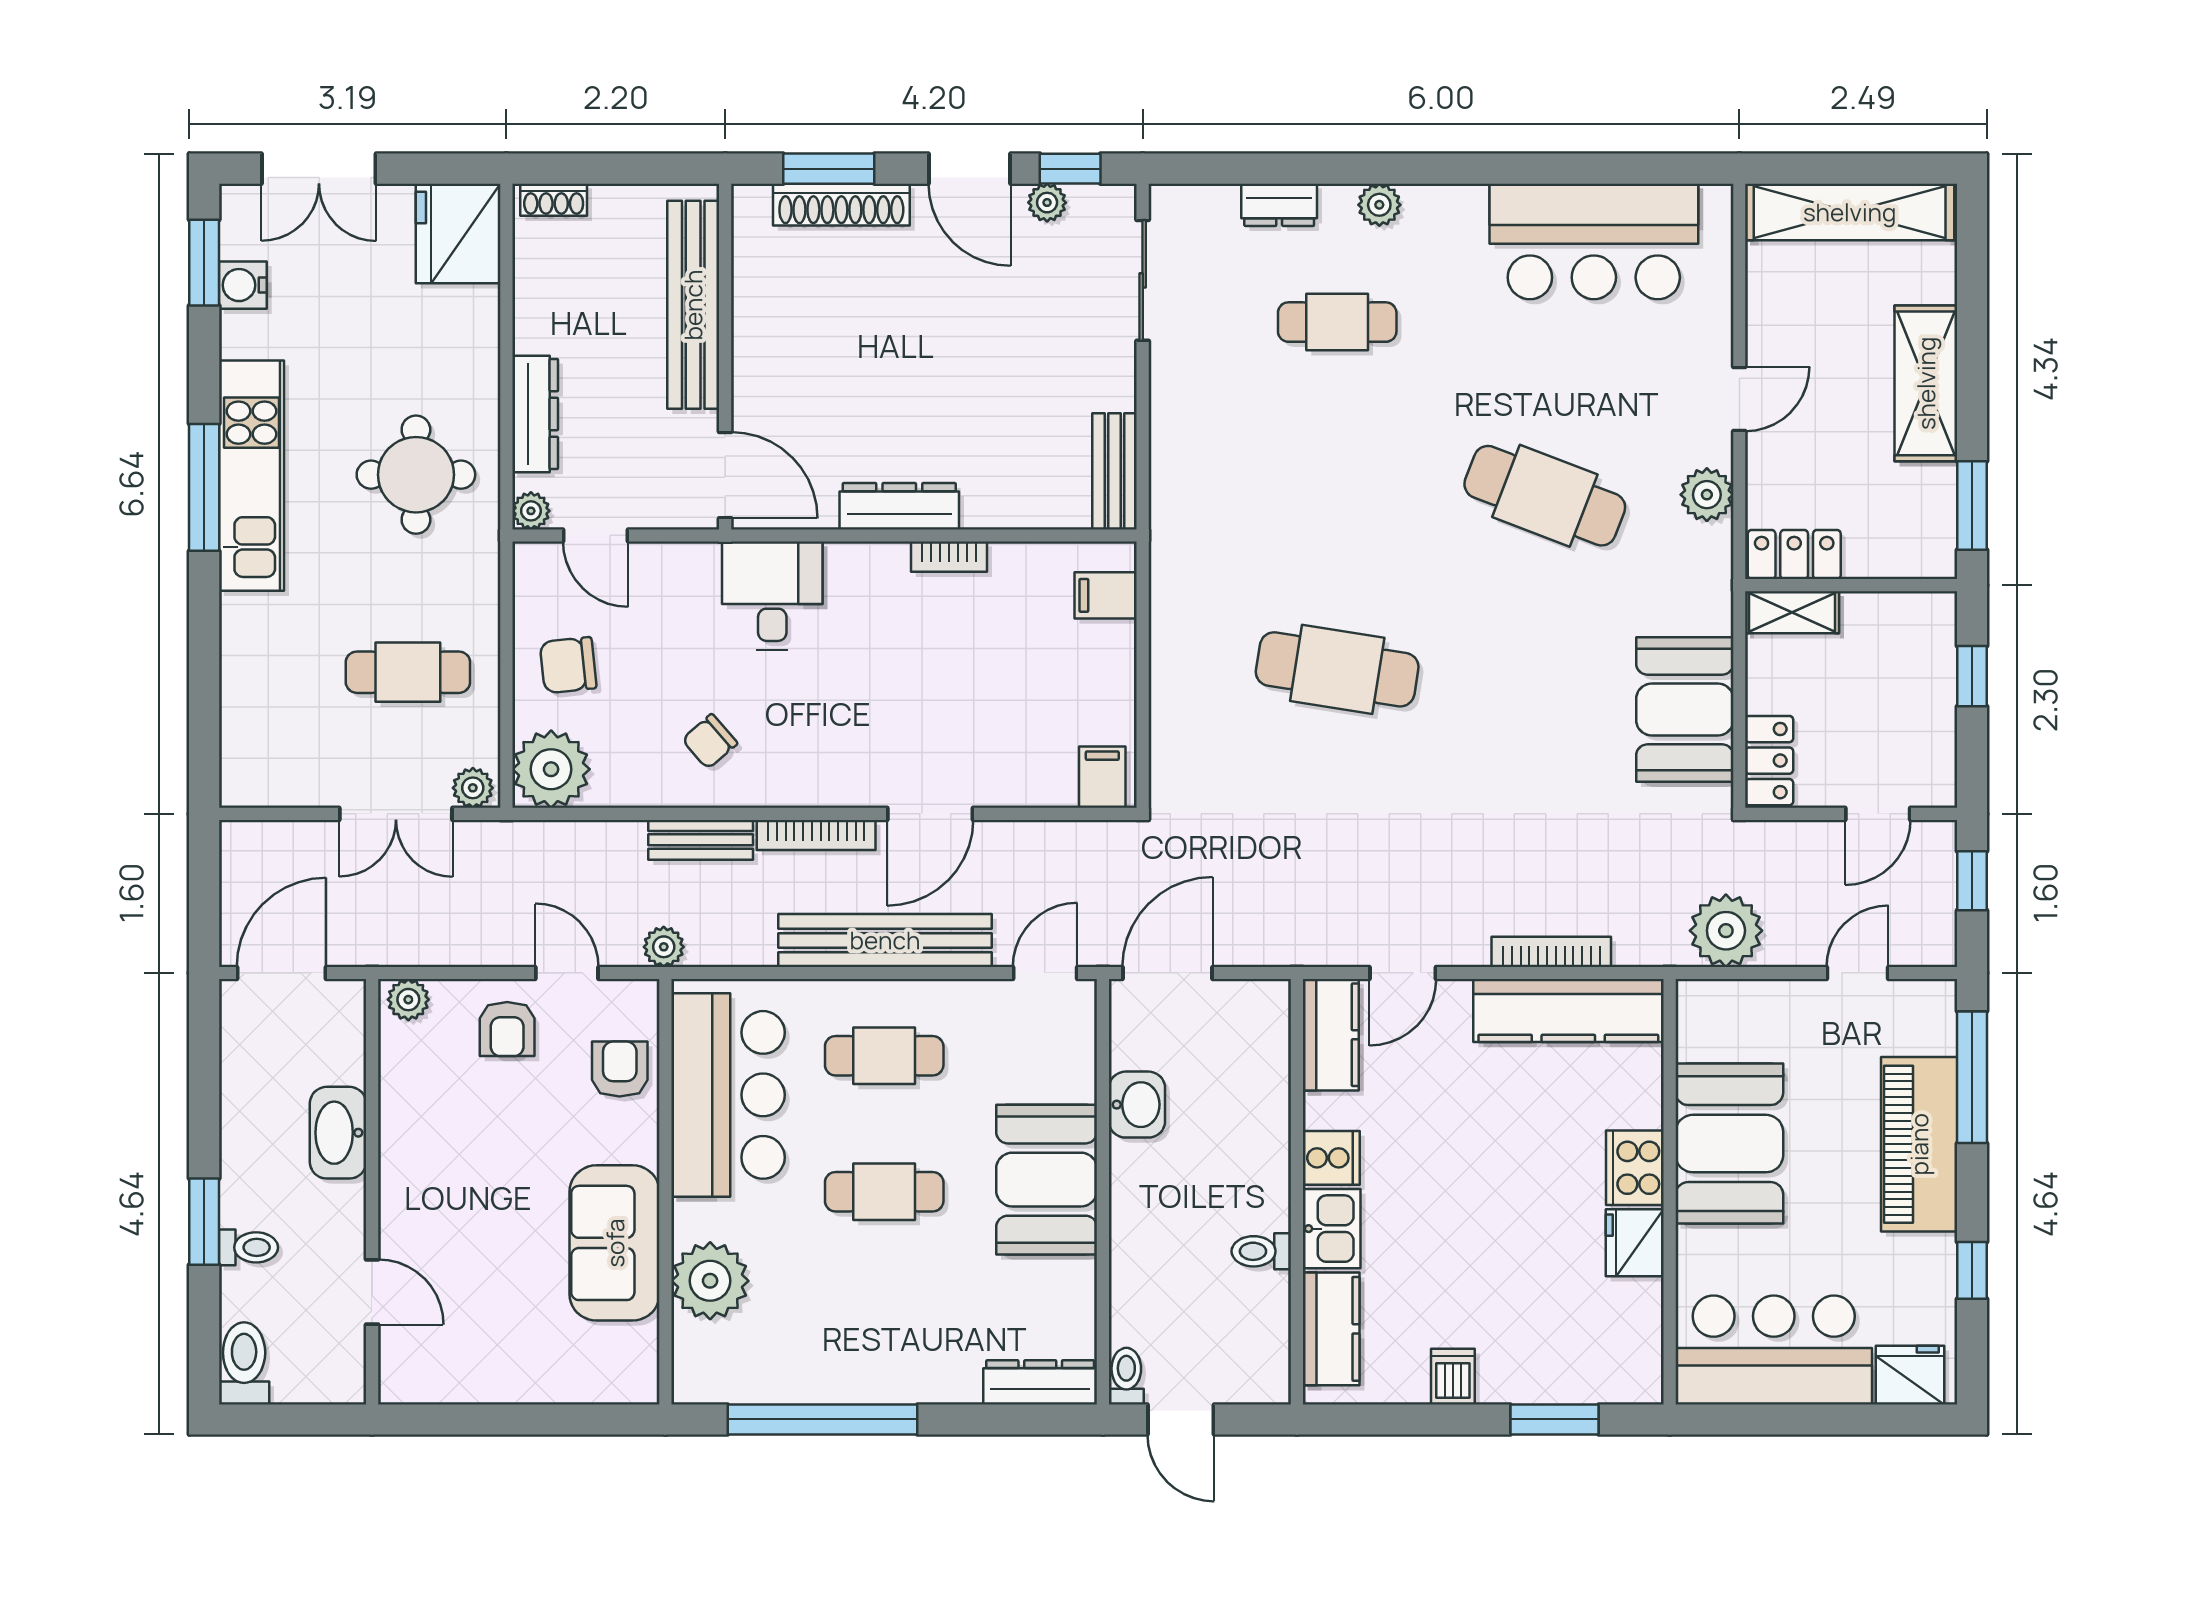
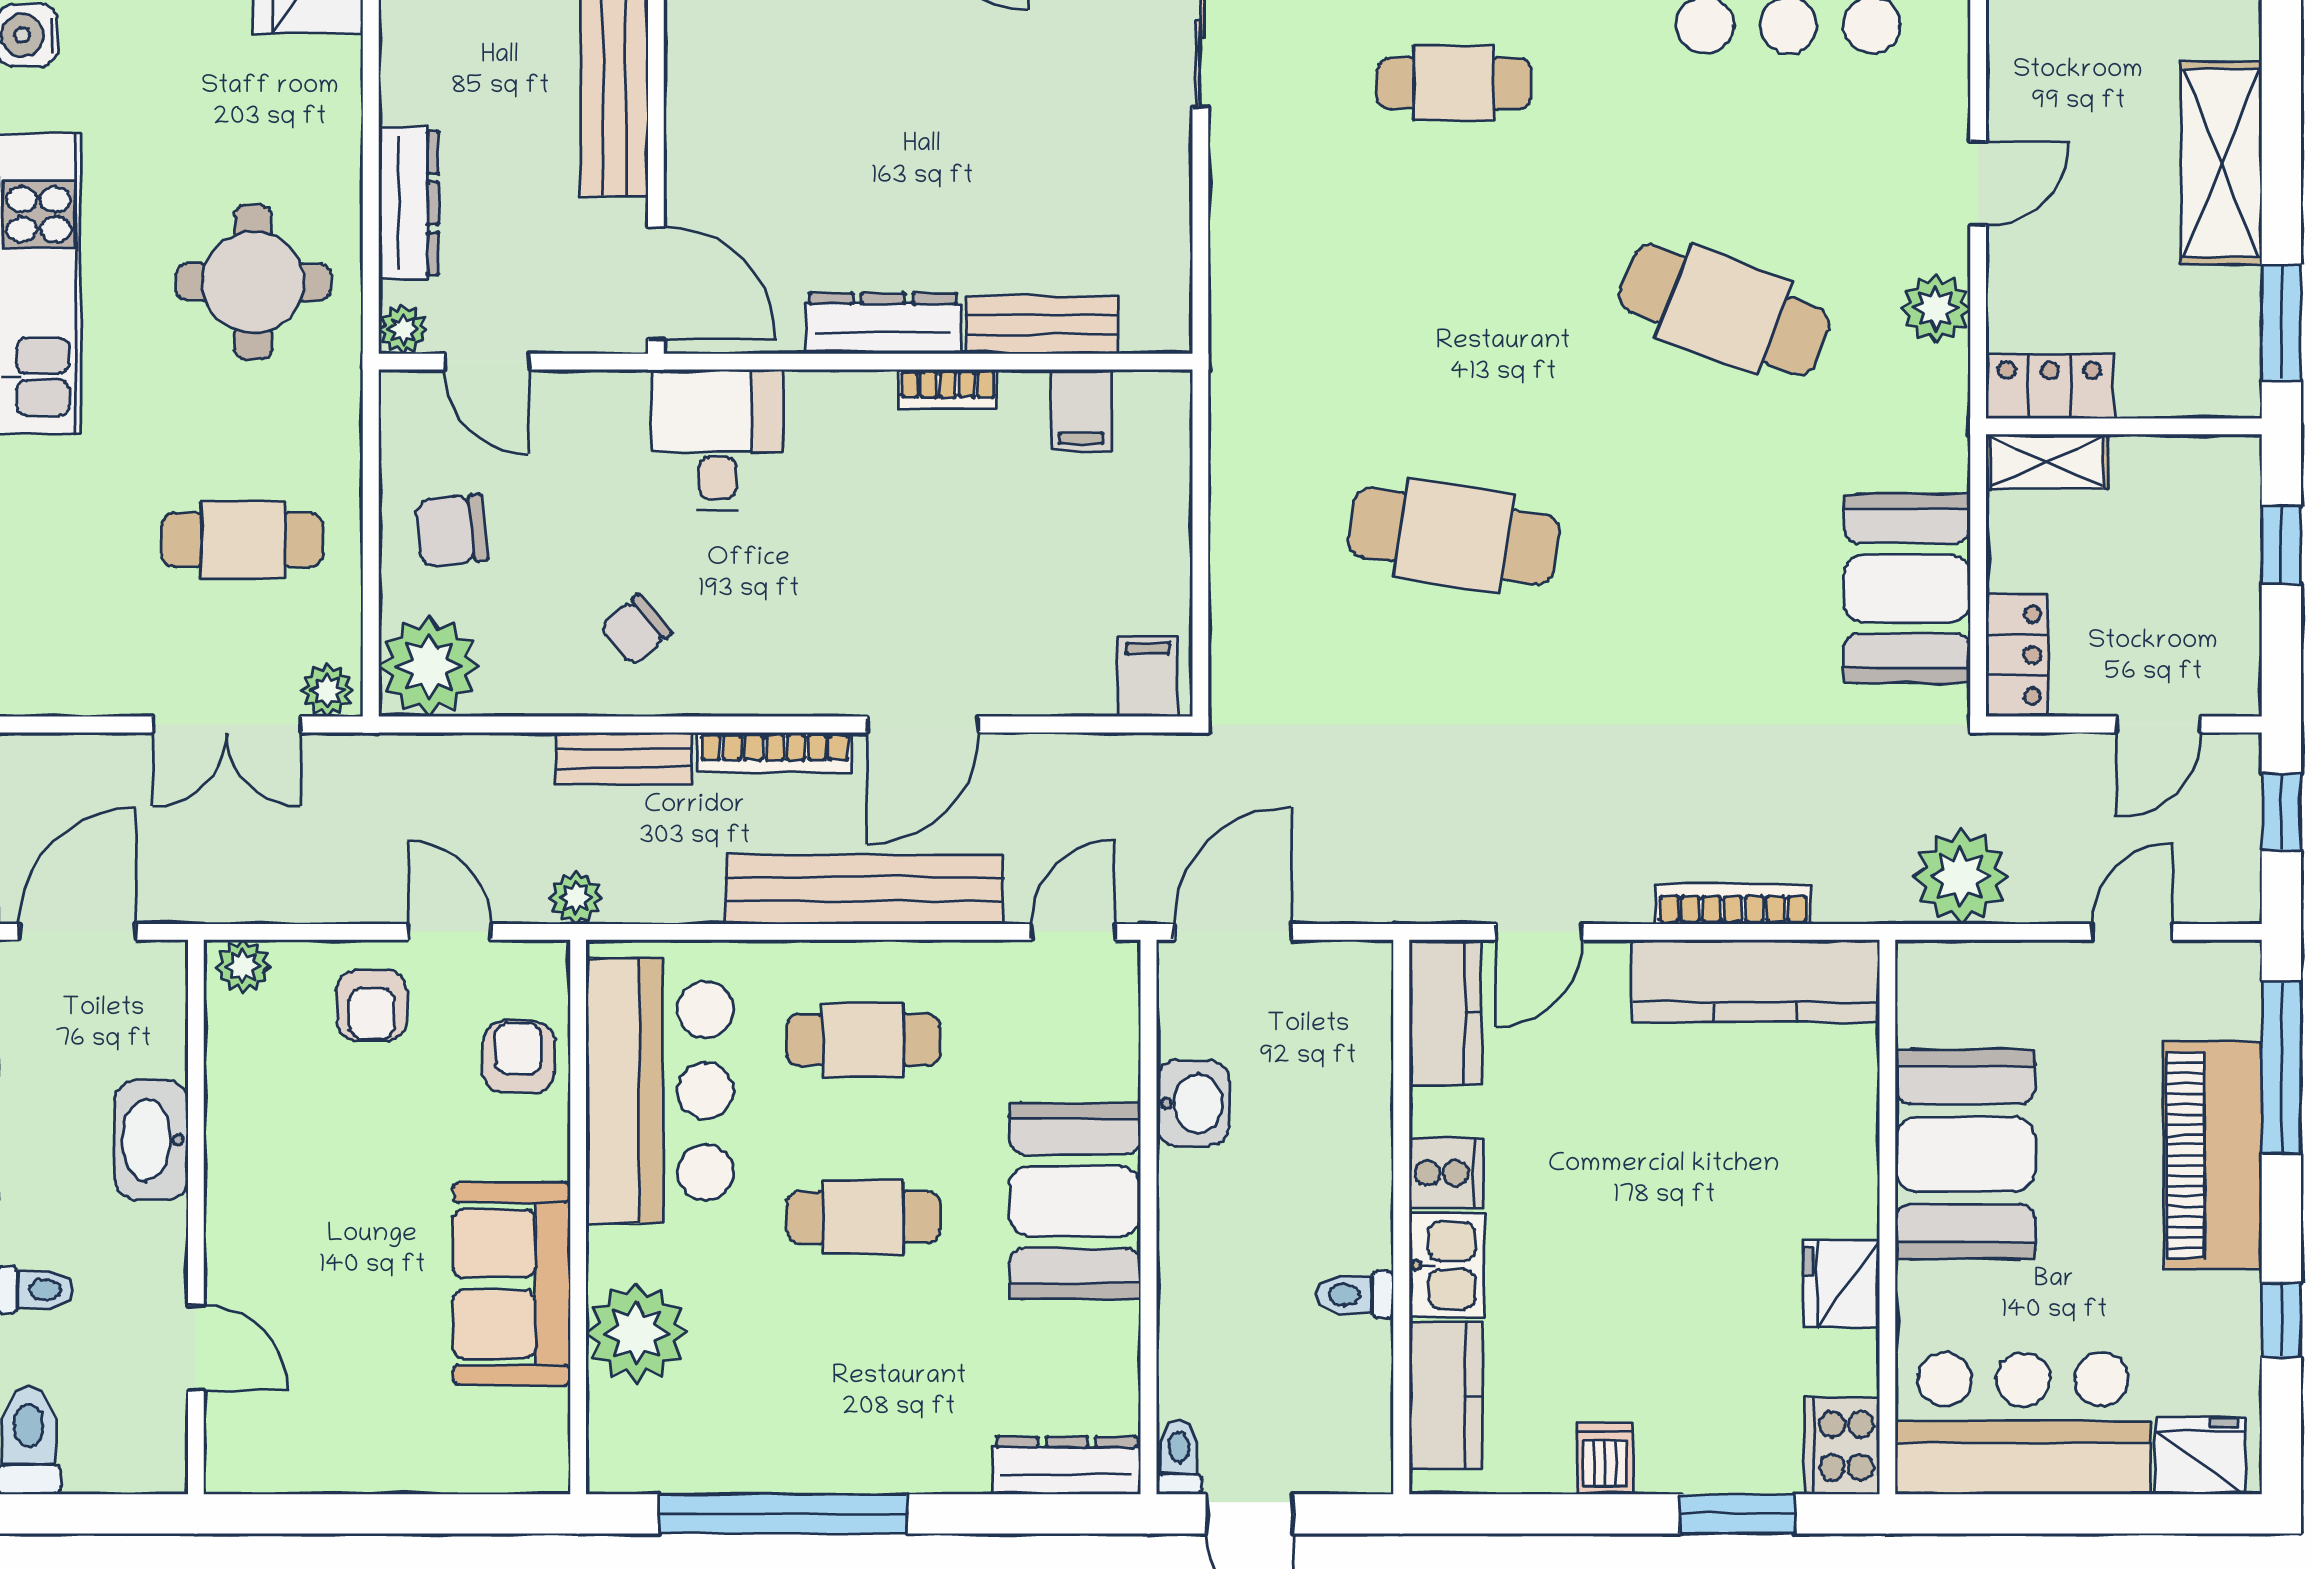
bench: (1115, 471) -> (1042, 325), moved, turned 90
filing cabinet: (1106, 595) -> (1081, 410), moved, turned -90
cooker: (1635, 1168) -> (1842, 1446), moved

